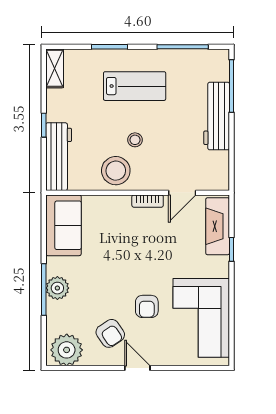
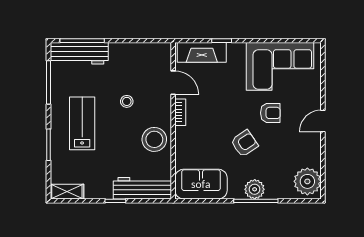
workbench: (217, 116) -> (79, 53), moved
stool: (135, 140) -> (127, 101), moved
armchair: (110, 333) -> (244, 143), moved

